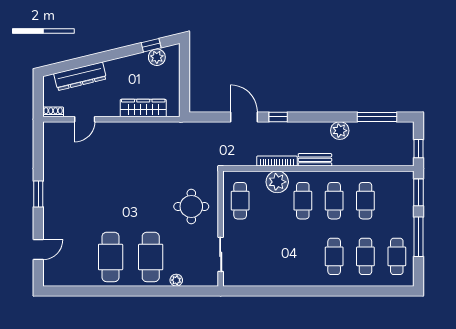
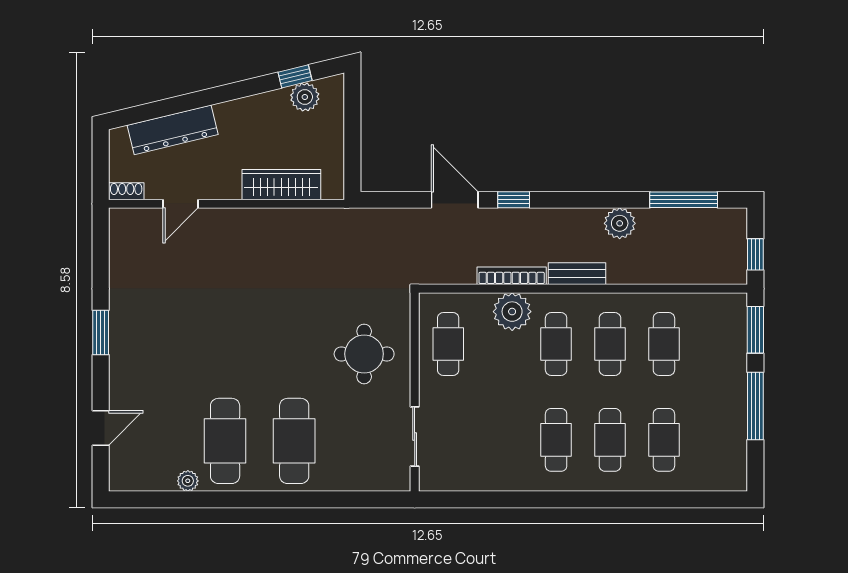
cafe table: (397, 256) -> (556, 440), moved
plant: (176, 280) -> (188, 481), moved

